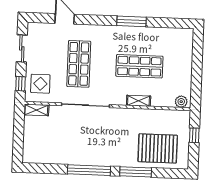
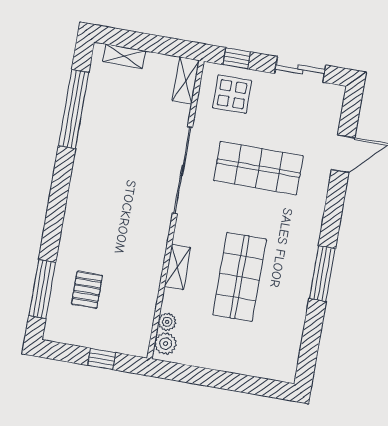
plant: (169, 102) -> (167, 322), added
shelving: (28, 145) -> (124, 56), added
pallet: (158, 148) -> (87, 290), width x0.49, depth x0.50
window: (89, 170) -> (74, 109), moved
window: (136, 172) -> (42, 289), moved

